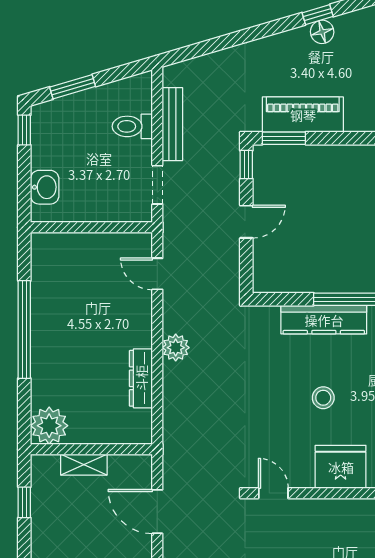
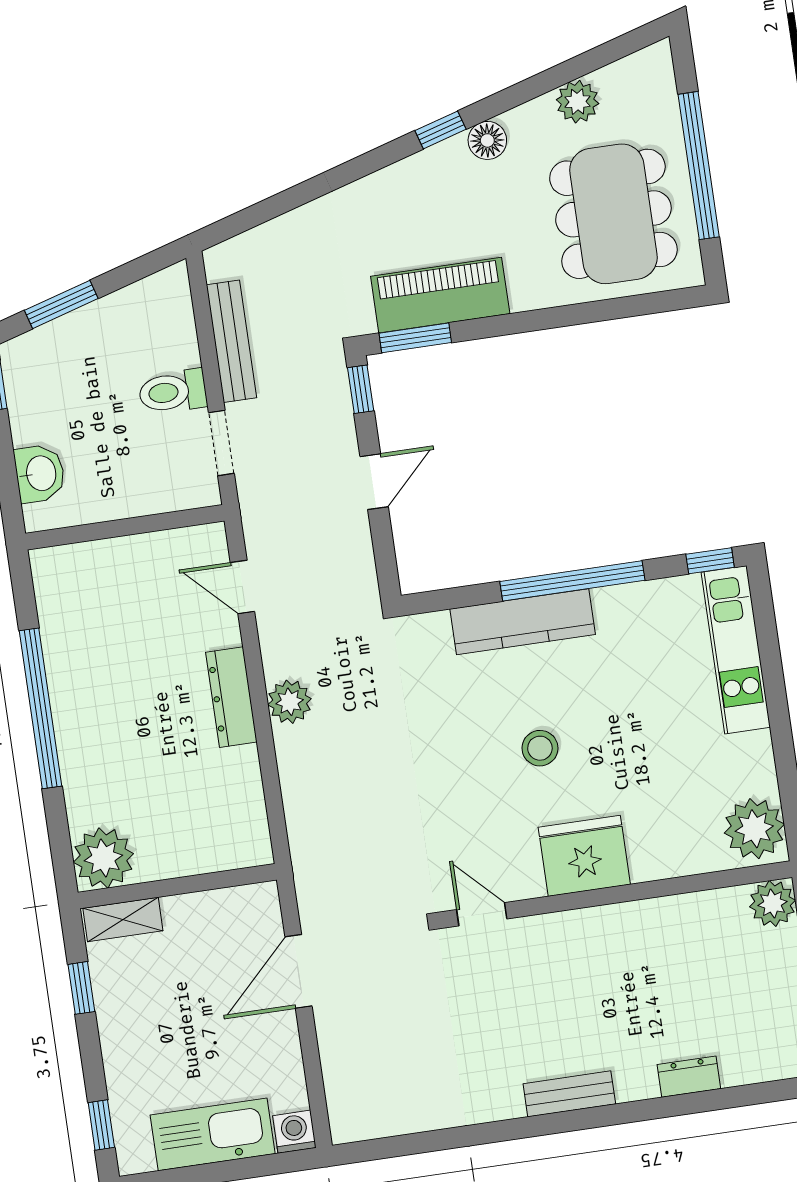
floor lamp: (322, 32) -> (487, 140), moved
toilet: (132, 126) -> (173, 392), moved
dresser: (141, 378) -> (231, 697), moved
shelving: (84, 465) -> (123, 919), moved
door: (157, 512) -> (298, 971), hinge flipped

